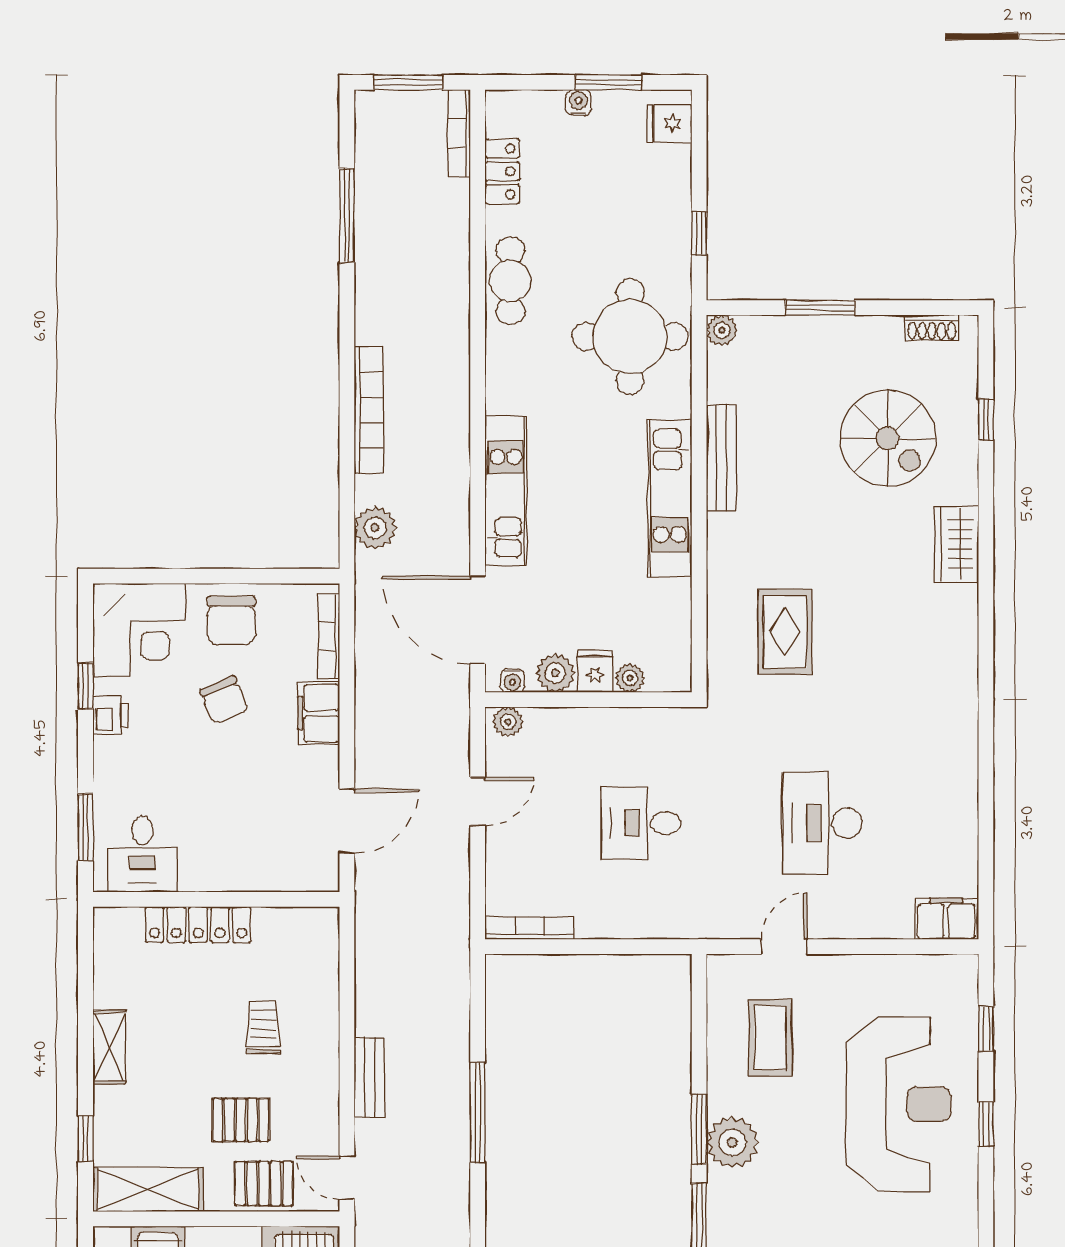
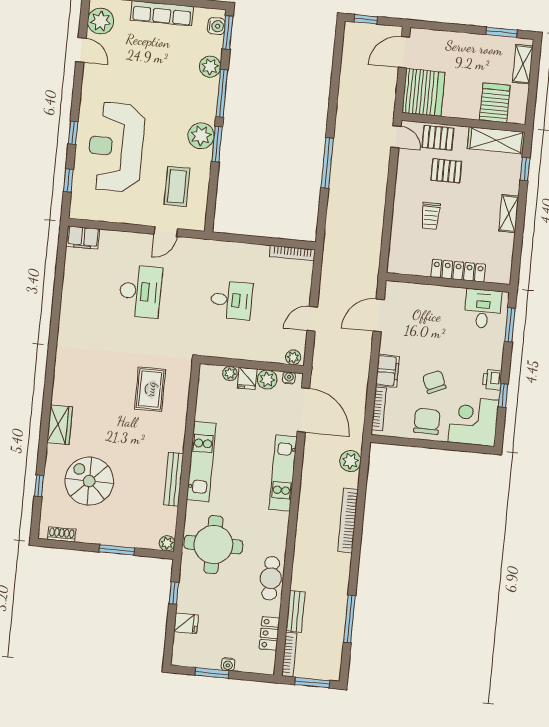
fridge: (669, 123) -> (186, 623), moved
bench: (369, 1077) -> (295, 611), moved

